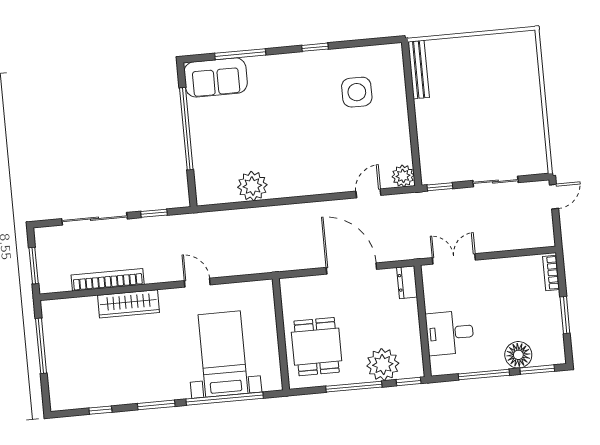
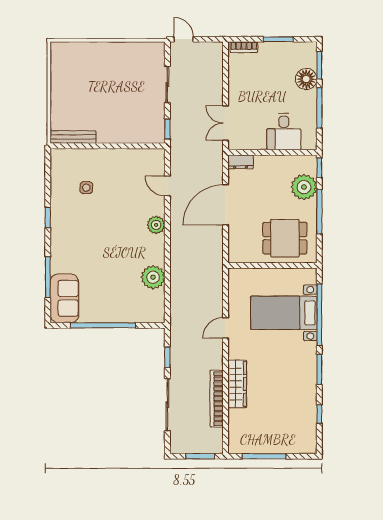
side table: (357, 92) -> (86, 188), width x0.54, depth x0.54
plant: (403, 176) -> (156, 225), moved

